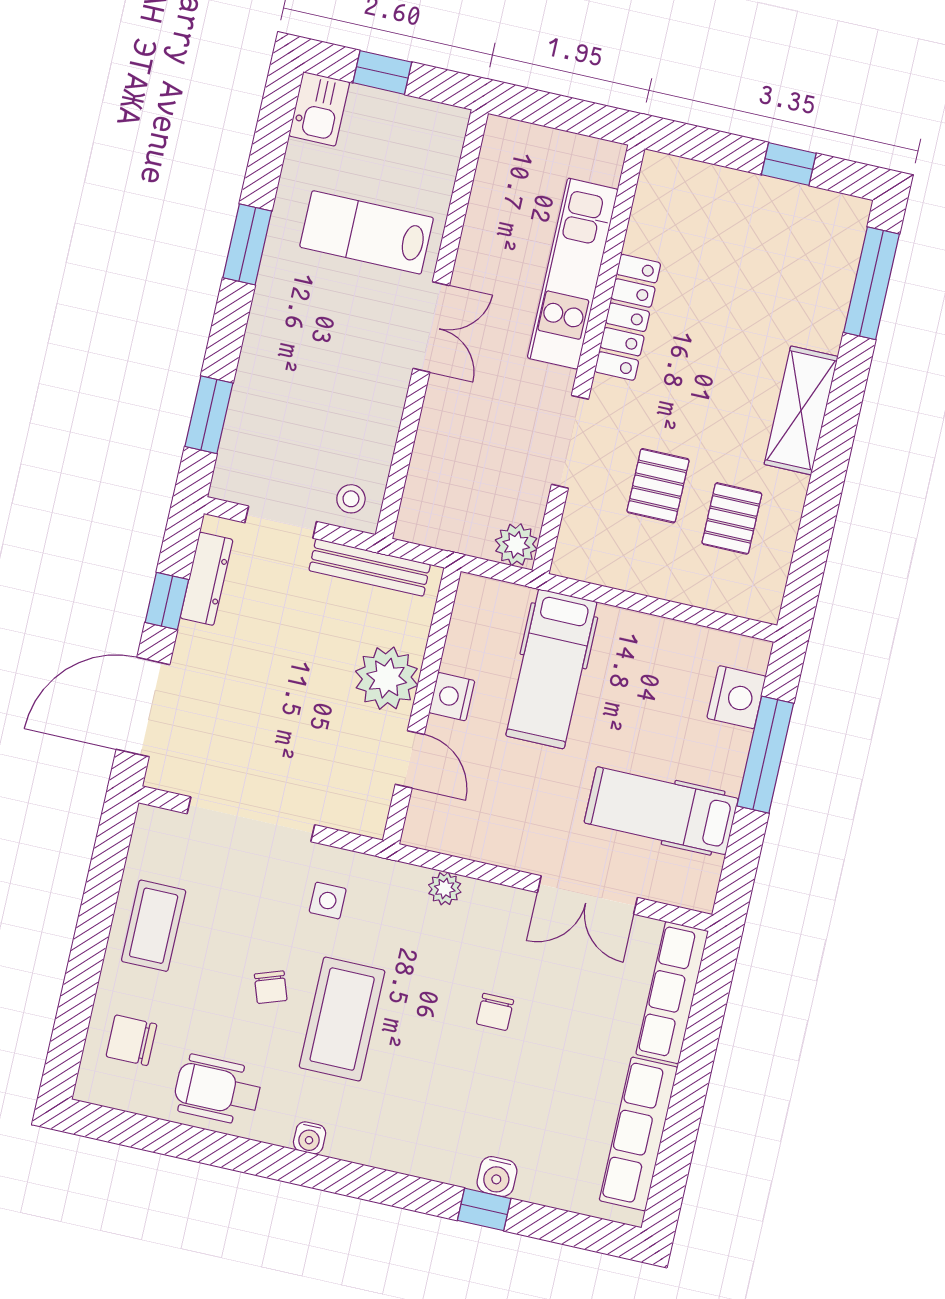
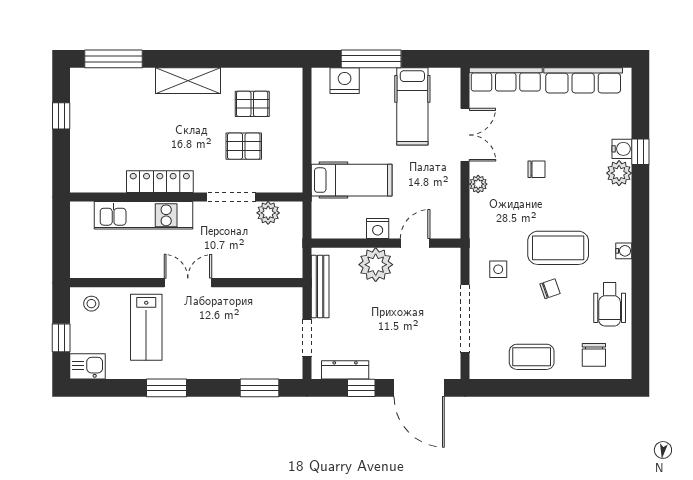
stool: (351, 499) -> (91, 304), moved
plant: (516, 545) -> (268, 213), moved
plant: (445, 889) -> (478, 184), moved
plant: (454, 1161) -> (619, 173), added

